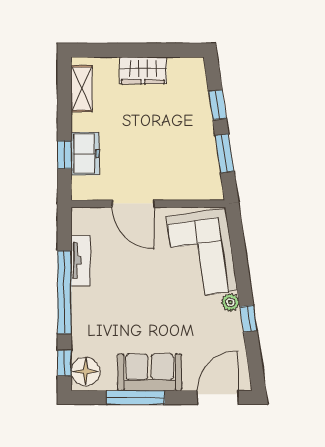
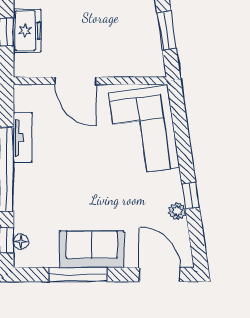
plant: (230, 302) -> (177, 211), moved
floor lamp: (85, 371) -> (21, 242), width x0.53, depth x0.53
door: (218, 398) -> (160, 275), hinge flipped

